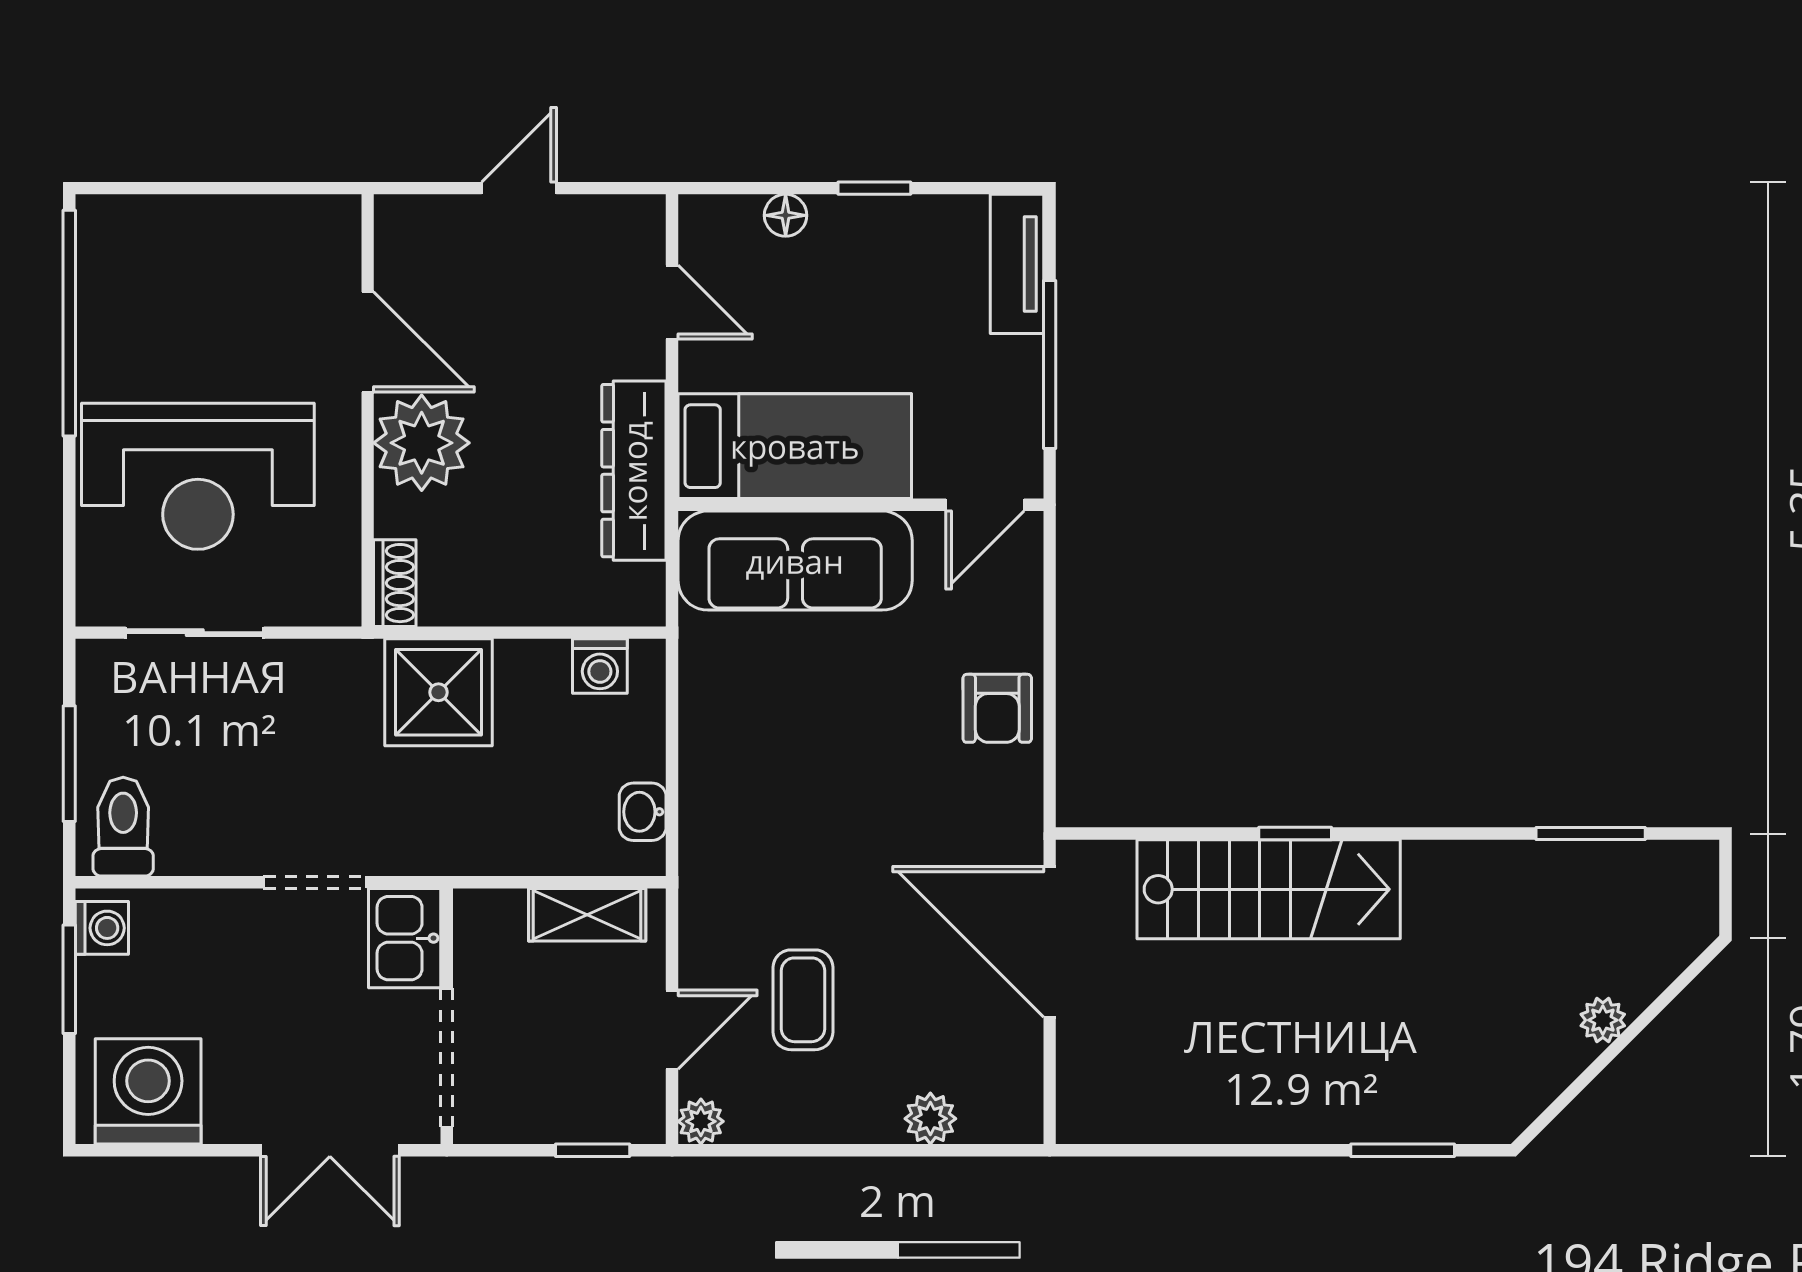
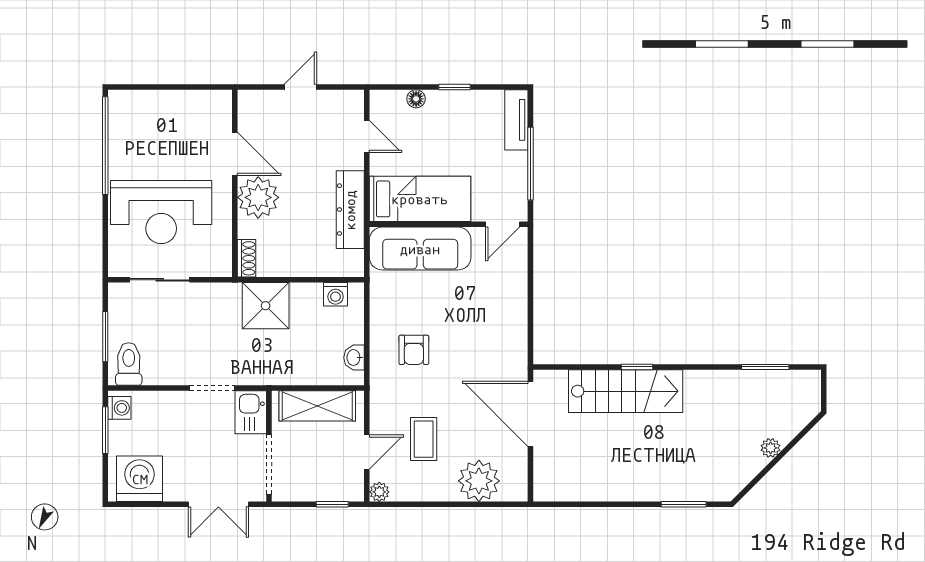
armchair: (997, 708) -> (414, 350), moved
shelving: (587, 915) -> (317, 406), width x1.50, depth x1.33
plant: (930, 1119) -> (479, 481), width x1.88, depth x1.88

